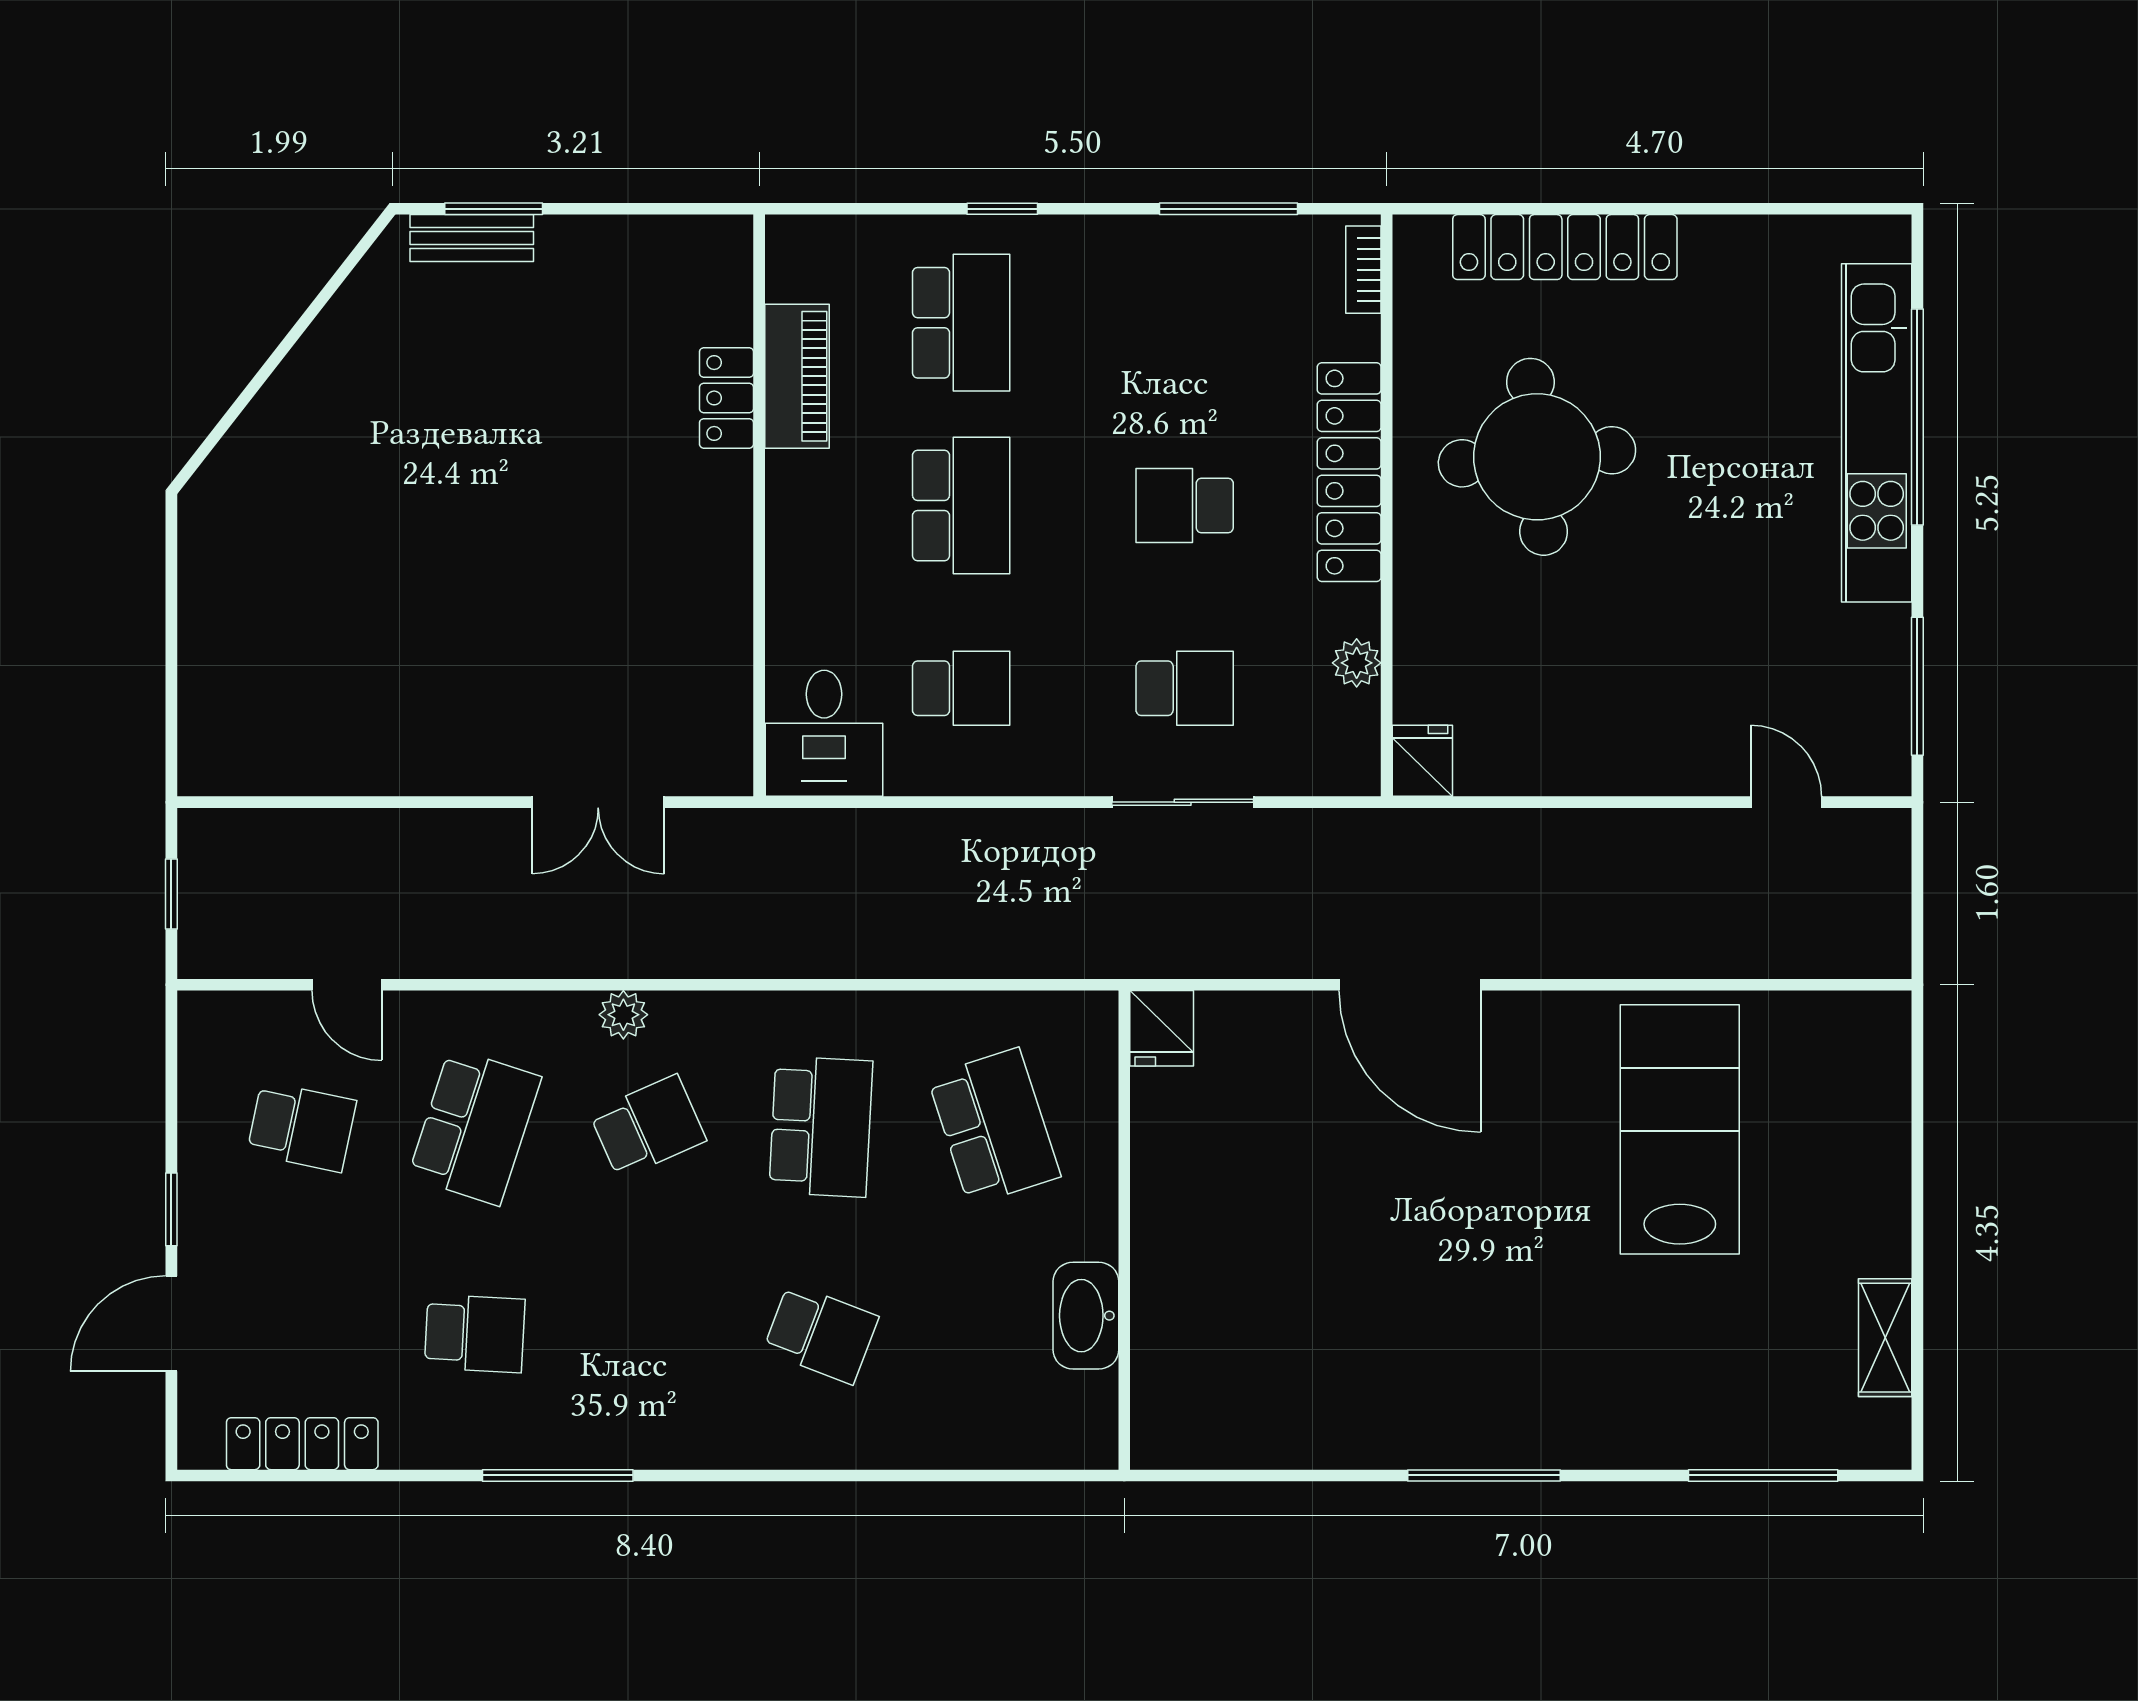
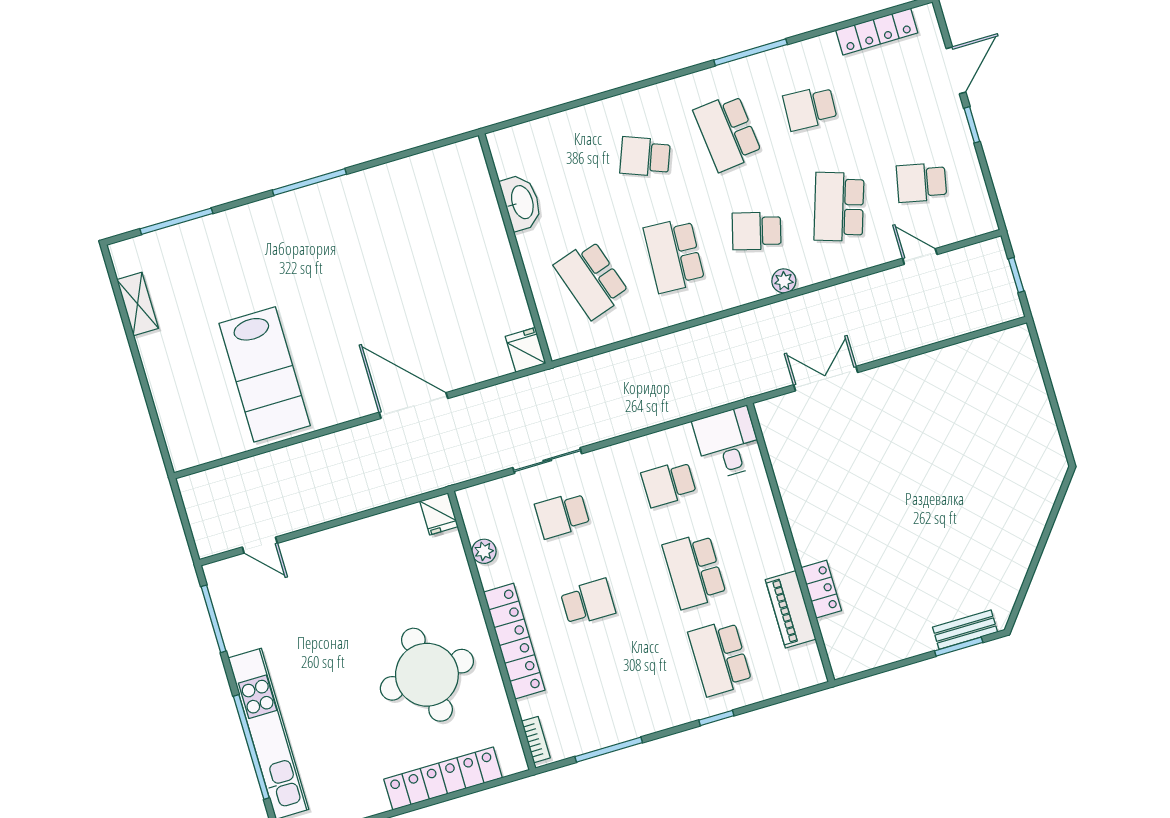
school desk: (648, 1127) -> (757, 231), turned 39
school desk: (648, 1334) -> (728, 132), added

